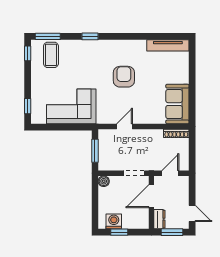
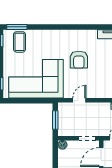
window: (90, 36) -> (51, 27), removed
armchair: (124, 77) -> (79, 60), turned 180
corner sofa: (71, 106) -> (36, 79), width x1.36, depth x1.36

